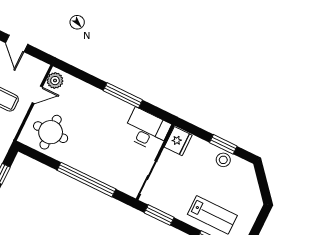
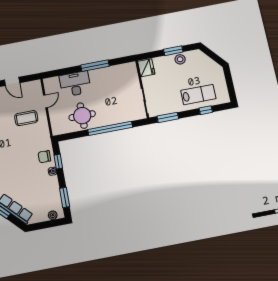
plant: (55, 81) -> (50, 86), removed
desk: (147, 130) -> (75, 84), moved
round table: (51, 132) -> (82, 116), moved

